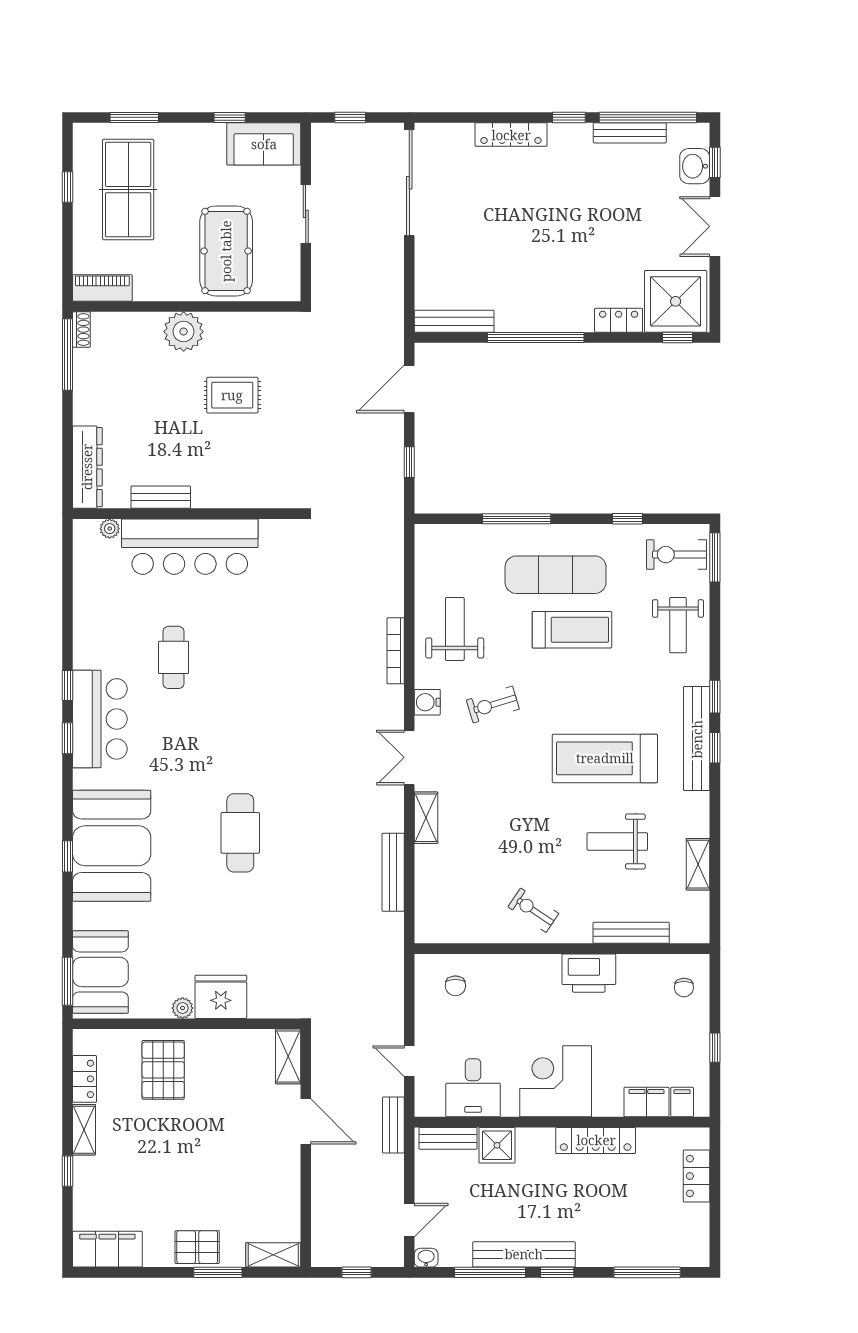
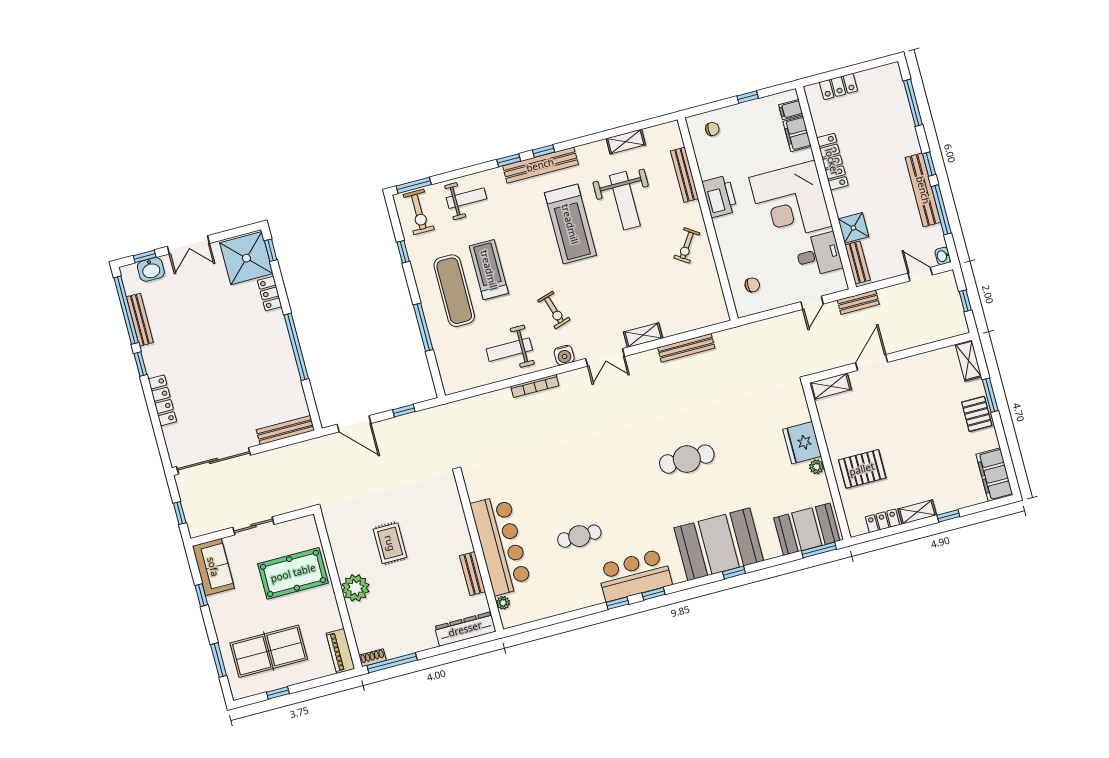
bench: (454, 321) -> (285, 430), moved, turned 90
weight bench: (617, 842) -> (625, 201), width x1.36, depth x1.33
corner desk: (556, 1081) -> (791, 202), width x1.36, depth x1.36

